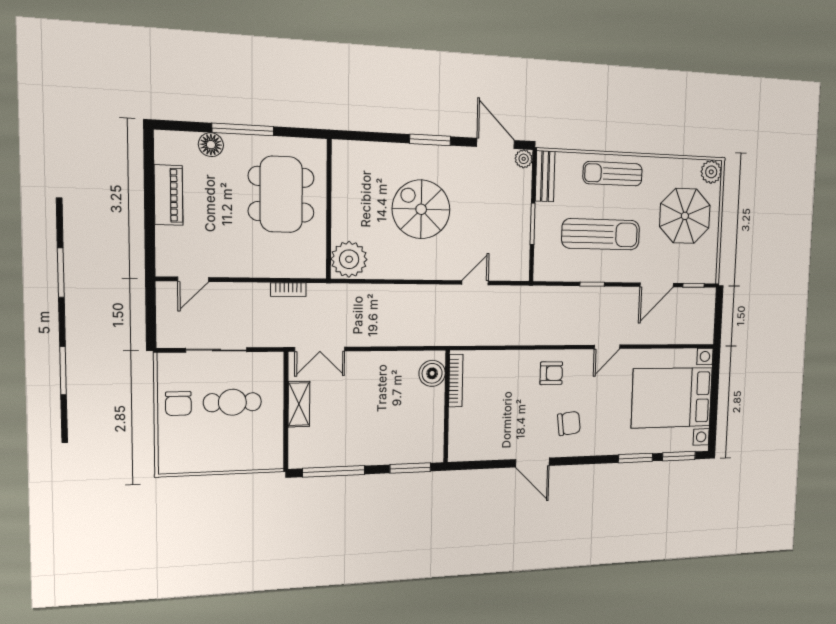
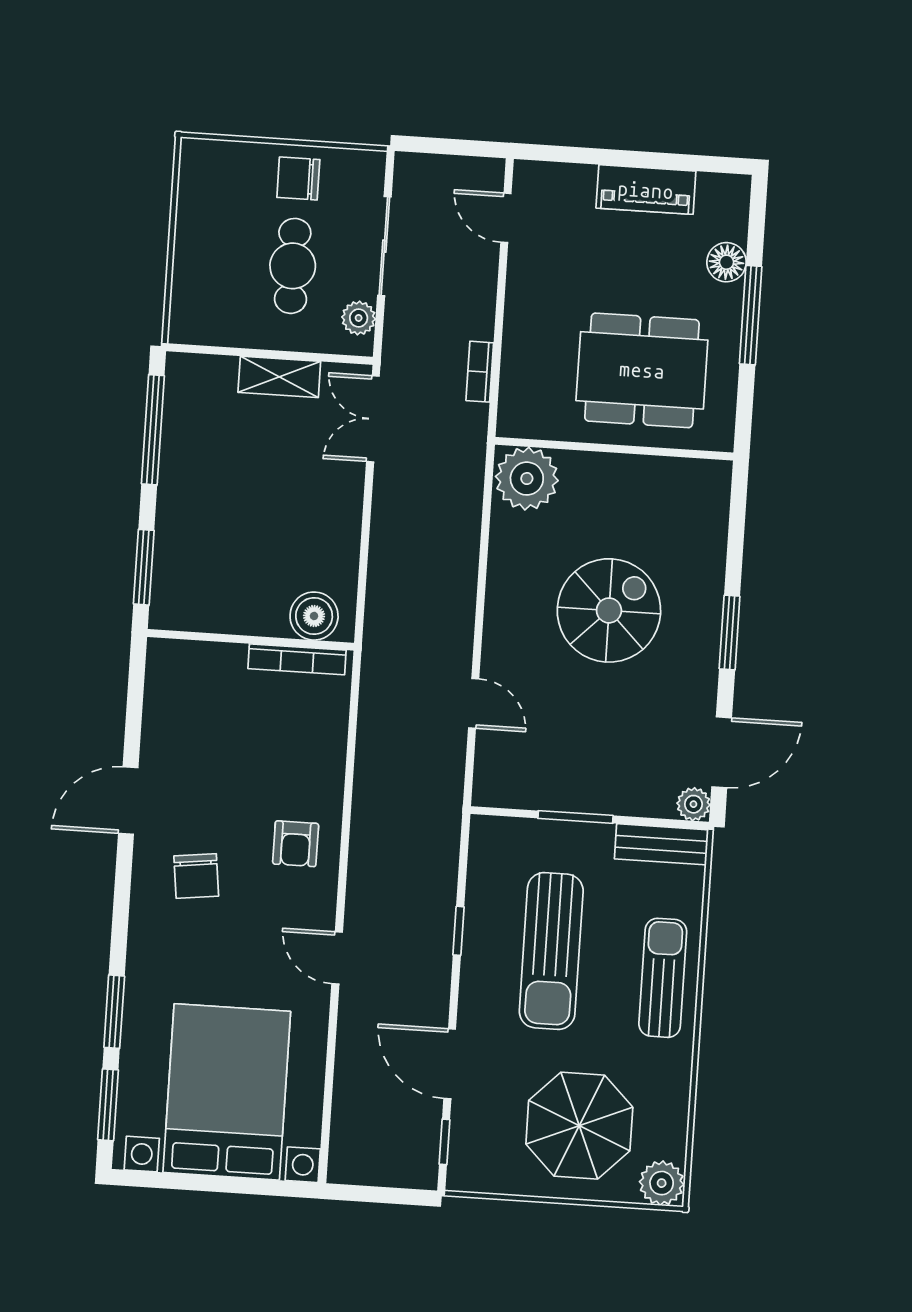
plant: (261, 362) -> (359, 318), added

